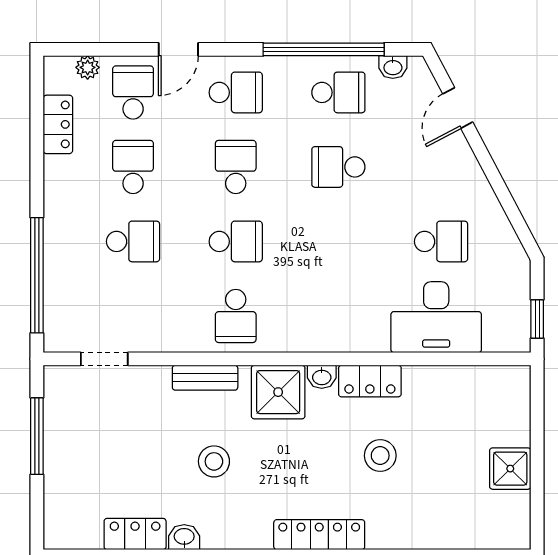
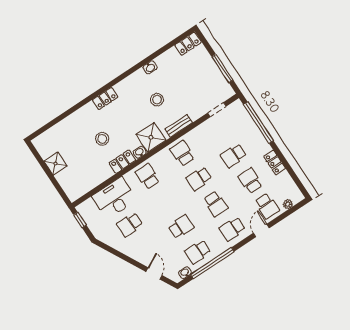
locker: (58, 124) -> (275, 162), moved
school desk: (133, 167) -> (250, 181), turned 180
school desk: (338, 316) -> (148, 177), added
locker: (135, 534) -> (188, 44), moved
locker: (319, 535) -> (105, 98), width x0.66

